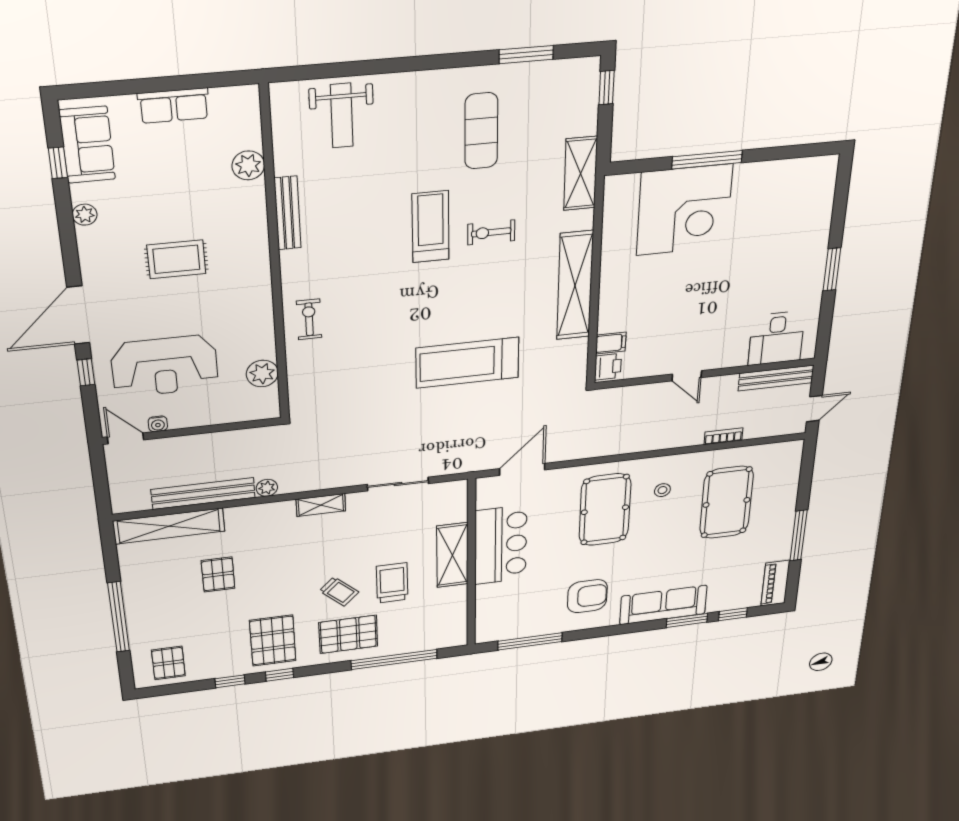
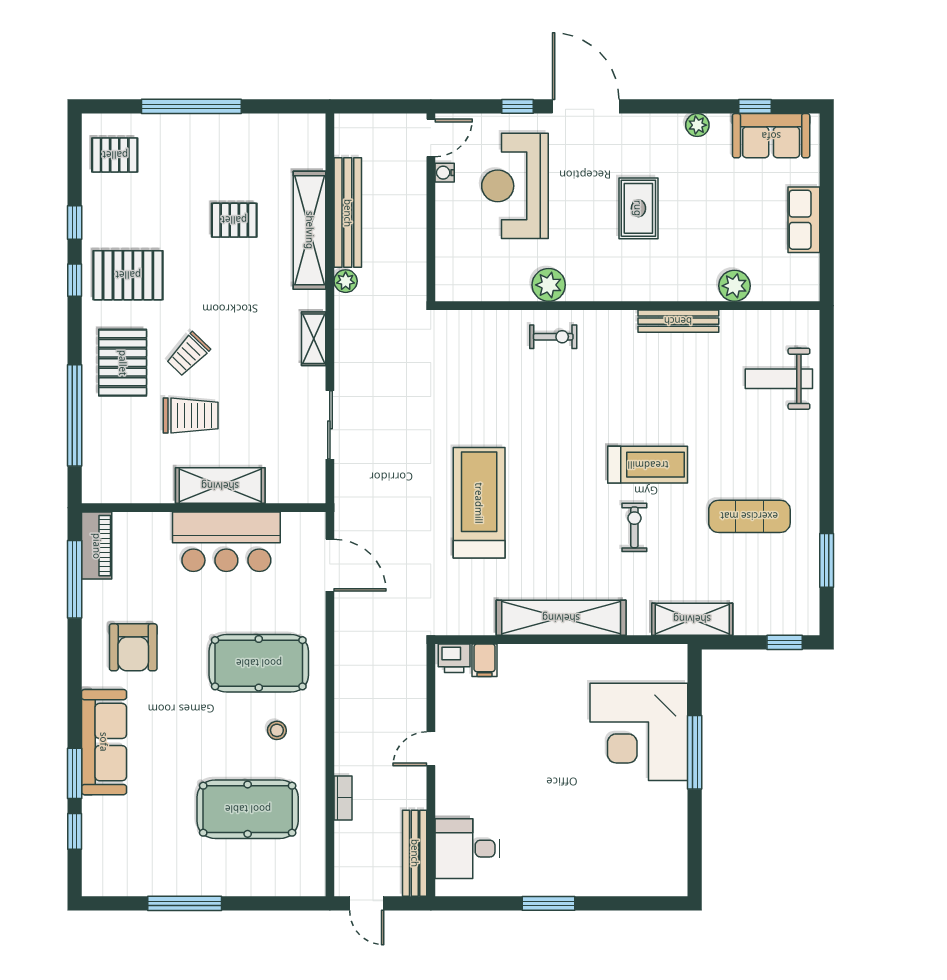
plant: (262, 374) -> (549, 285), moved
shelving: (169, 526) -> (310, 230), moved
piano: (775, 583) -> (97, 546), moved, turned 90

